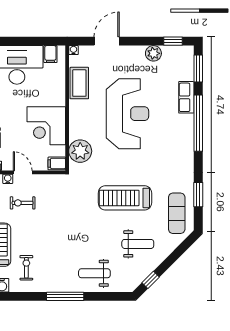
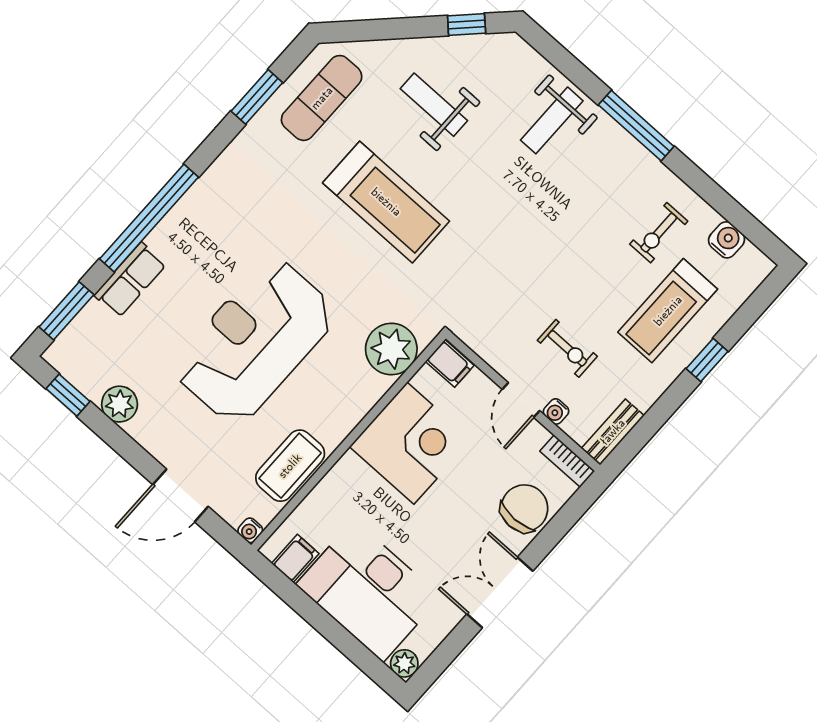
weight bench: (94, 273) -> (552, 120), turned 90

